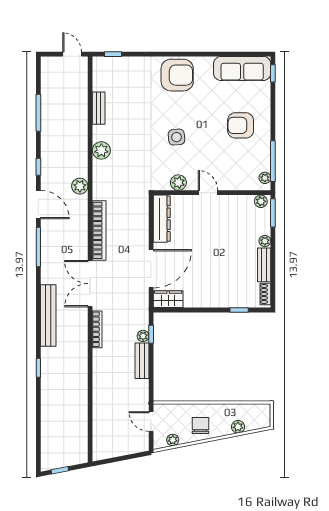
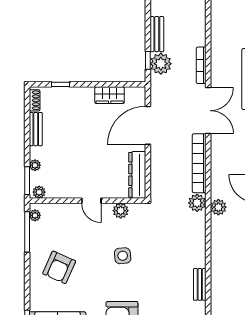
armchair: (241, 125) -> (59, 267), turned 114
plant: (101, 150) -> (197, 203), moved
plant: (265, 241) -> (35, 165), moved
wardrobe: (168, 299) -> (110, 95), moved
plant: (143, 336) -> (161, 64), width x1.87, depth x1.87

